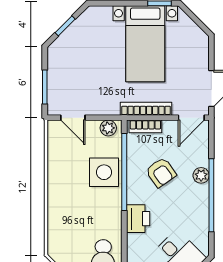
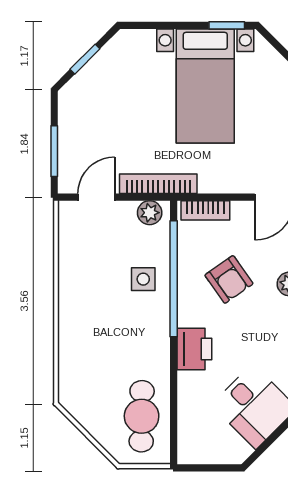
bookcase: (146, 109) -> (158, 184), moved
door: (73, 118) -> (96, 197), swing flipped
side table: (104, 172) -> (143, 279), width x0.54, depth x0.54

